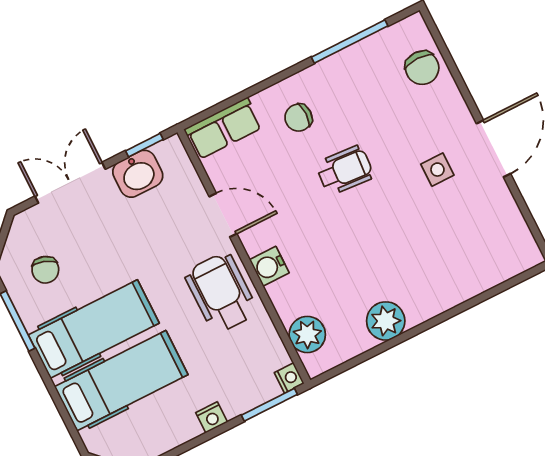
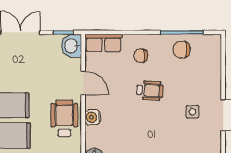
chair: (422, 68) -> (182, 49), moved, turned 90
washbasin: (138, 174) -> (72, 46), moved, turned 90

